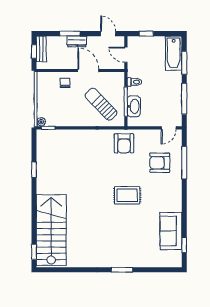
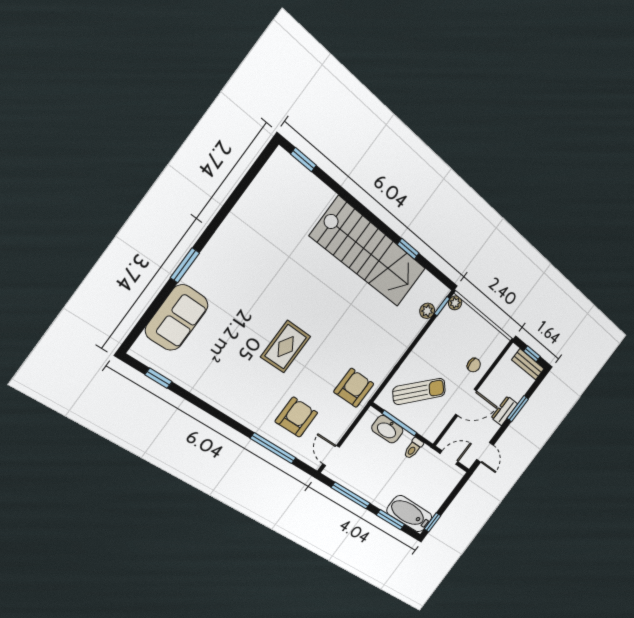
door: (108, 34) -> (485, 452), hinge flipped
window: (146, 34) -> (433, 522), moved
plant: (56, 134) -> (427, 311), added
armchair: (124, 143) -> (354, 388), turned 90
stairs: (51, 230) -> (369, 253), moved
sofa: (171, 231) -> (177, 318), moved, turned 90

